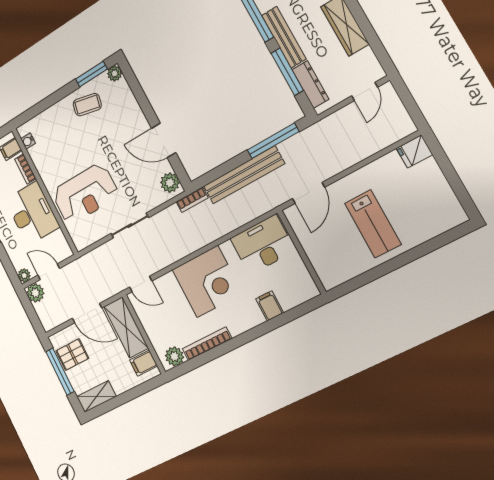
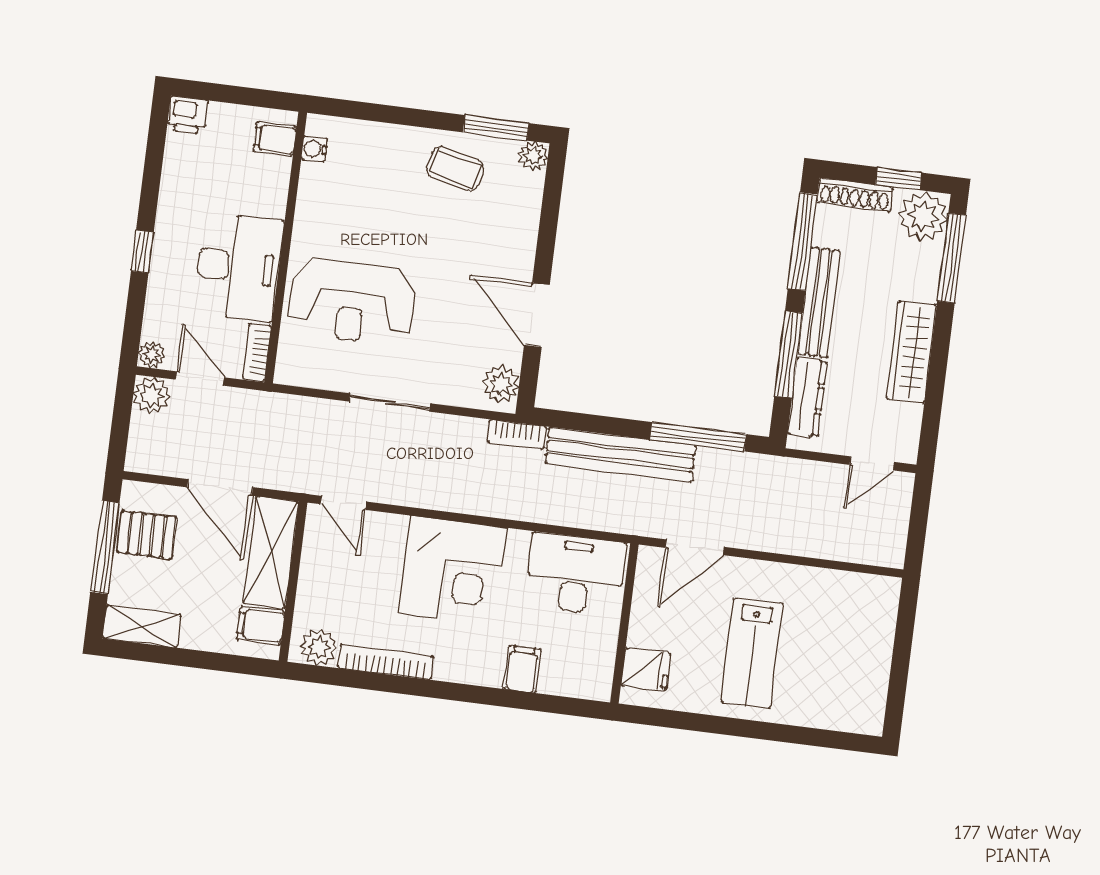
fridge: (414, 151) -> (646, 669), moved, turned 180
bookcase: (25, 169) -> (257, 352), moved

